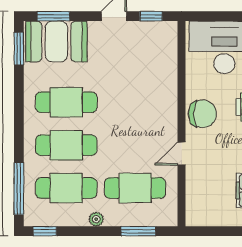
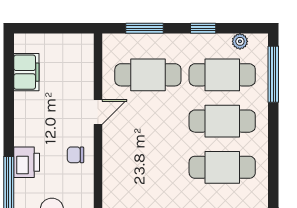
chair: (202, 114) -> (75, 155), width x0.54, depth x0.54
plant: (96, 219) -> (240, 41), moved
window: (45, 231) -> (203, 28), moved

